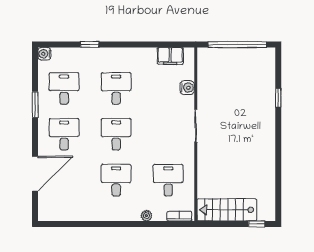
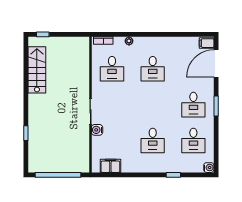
water cooler: (187, 88) -> (97, 130), moved
window: (35, 105) -> (216, 106), moved
desk: (116, 134) -> (153, 105), removed
door: (35, 174) -> (216, 63), moved
stairs: (227, 210) -> (37, 70), moved, turned -90
filing cabinet: (47, 213) -> (207, 43), added

